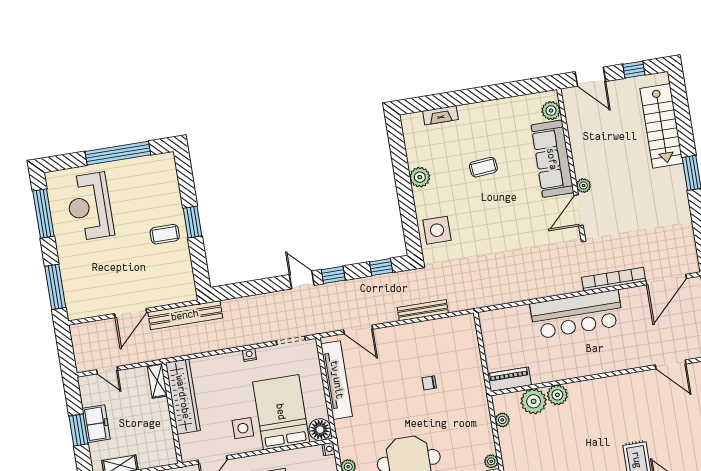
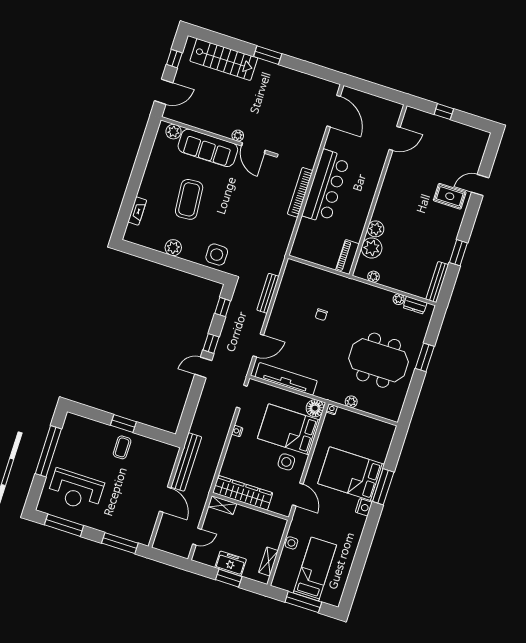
coffee table: (483, 167) -> (189, 199), width x1.86, depth x1.72
bookcase: (614, 279) -> (300, 192), moved

